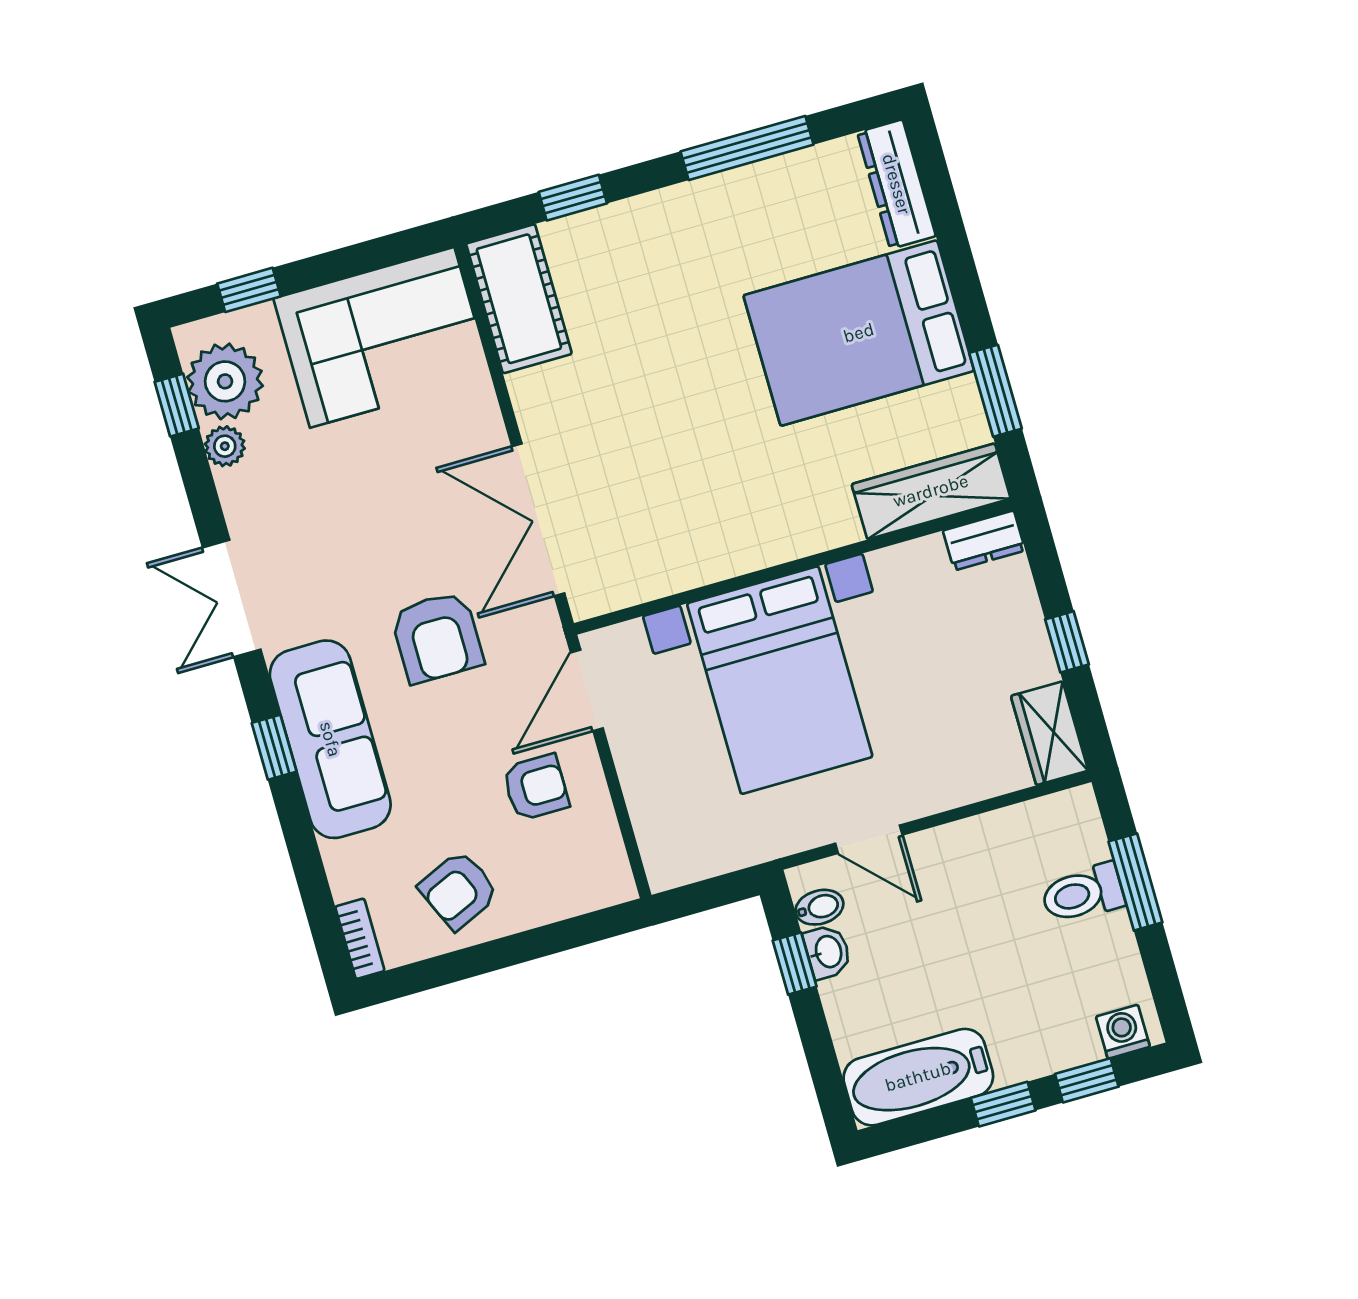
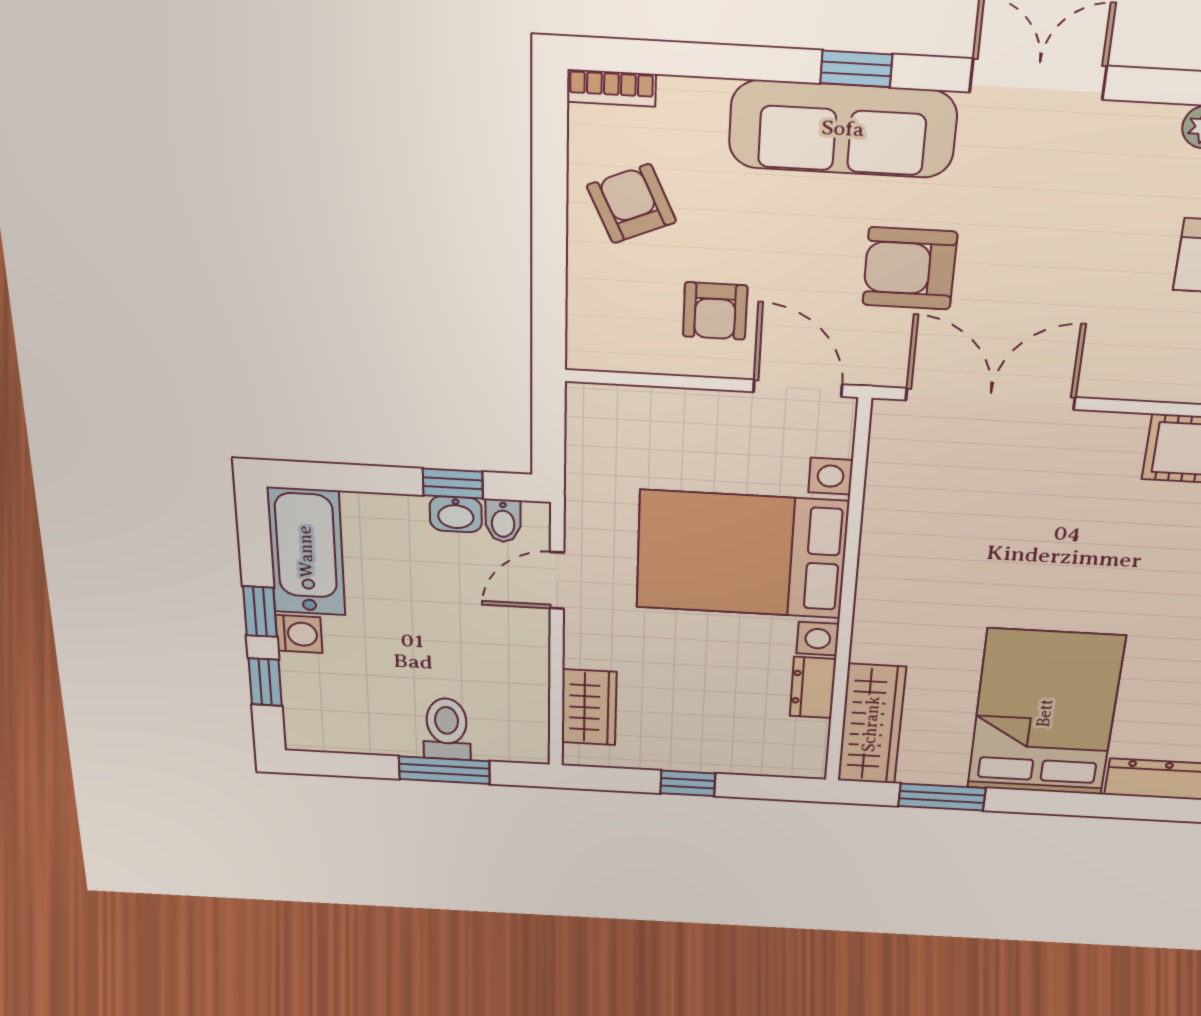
dresser: (984, 540) -> (813, 688), moved
wardrobe: (1050, 733) -> (589, 707), moved, turned 90
washing machine: (1123, 1032) -> (299, 634), moved

